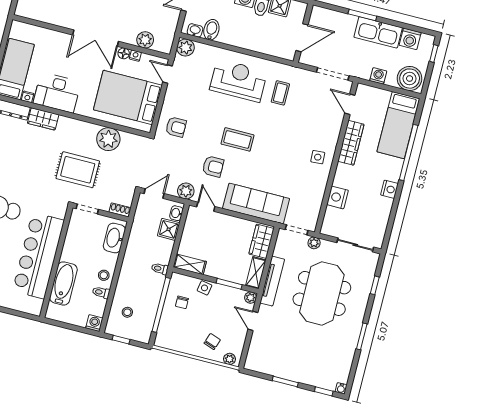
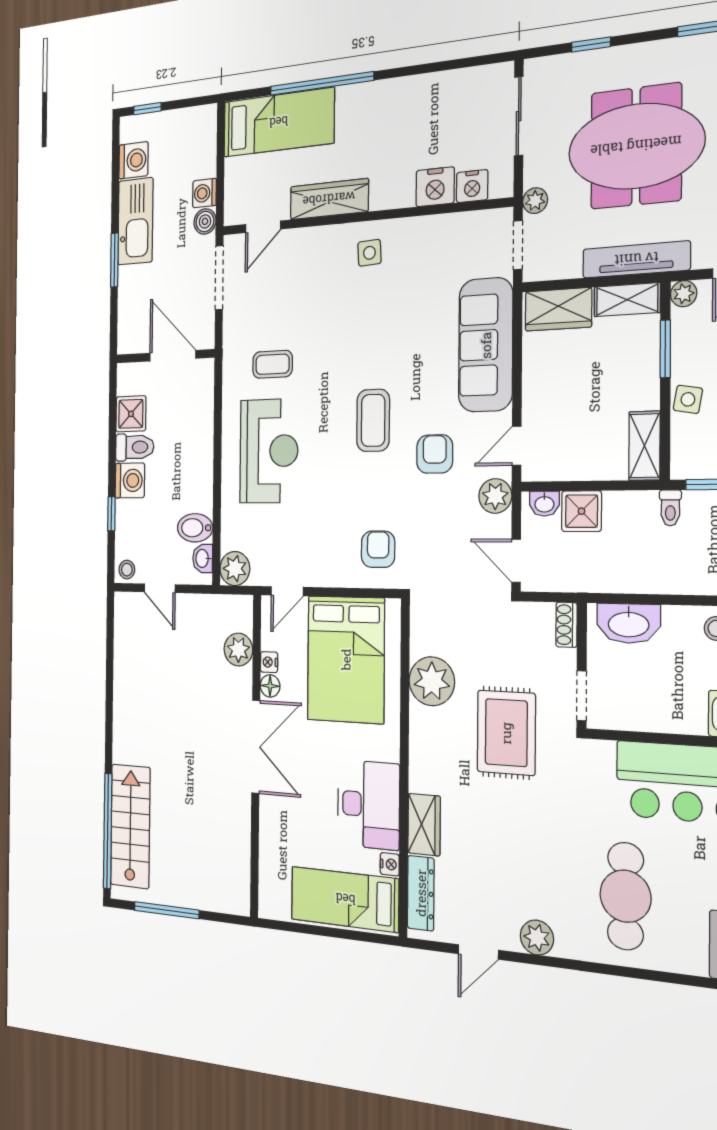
boiler: (410, 79) -> (205, 221), moved, width x0.54, depth x0.54
reception desk: (238, 81) -> (269, 451), turned 180
nightstand: (389, 189) -> (472, 186), moved, turned 180

